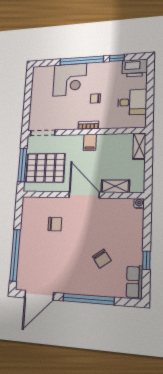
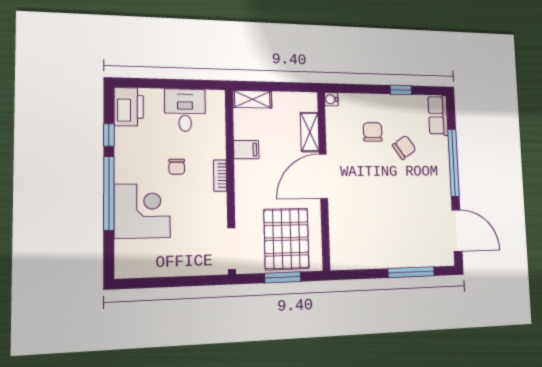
filing cabinet: (90, 142) -> (246, 150), moved
window: (22, 165) -> (283, 277), width x0.69
chair: (55, 224) -> (373, 132), moved
window: (15, 255) -> (411, 272), width x0.68
row of seats: (134, 282) -> (438, 115), moved, turned 90

